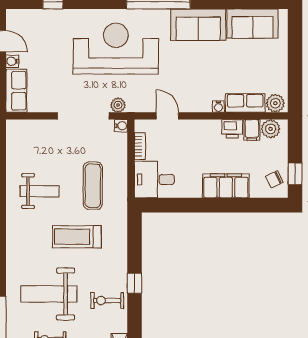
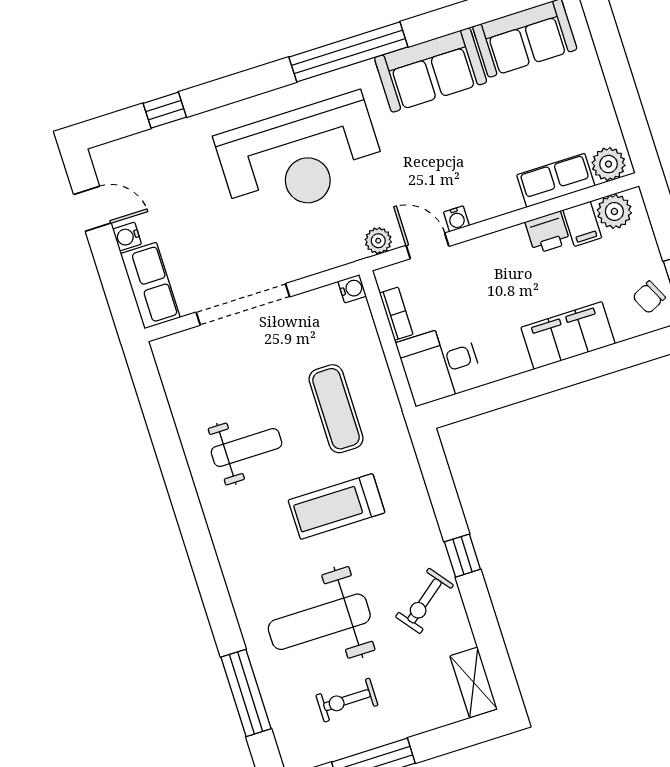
reception desk: (116, 49) -> (300, 157), turned 180
plant: (118, 105) -> (378, 241), moved
water cooler: (218, 107) -> (456, 219), moved
doorway: (83, 116) -> (243, 304), moved
exercise bike: (107, 301) -> (424, 601), turned -38

